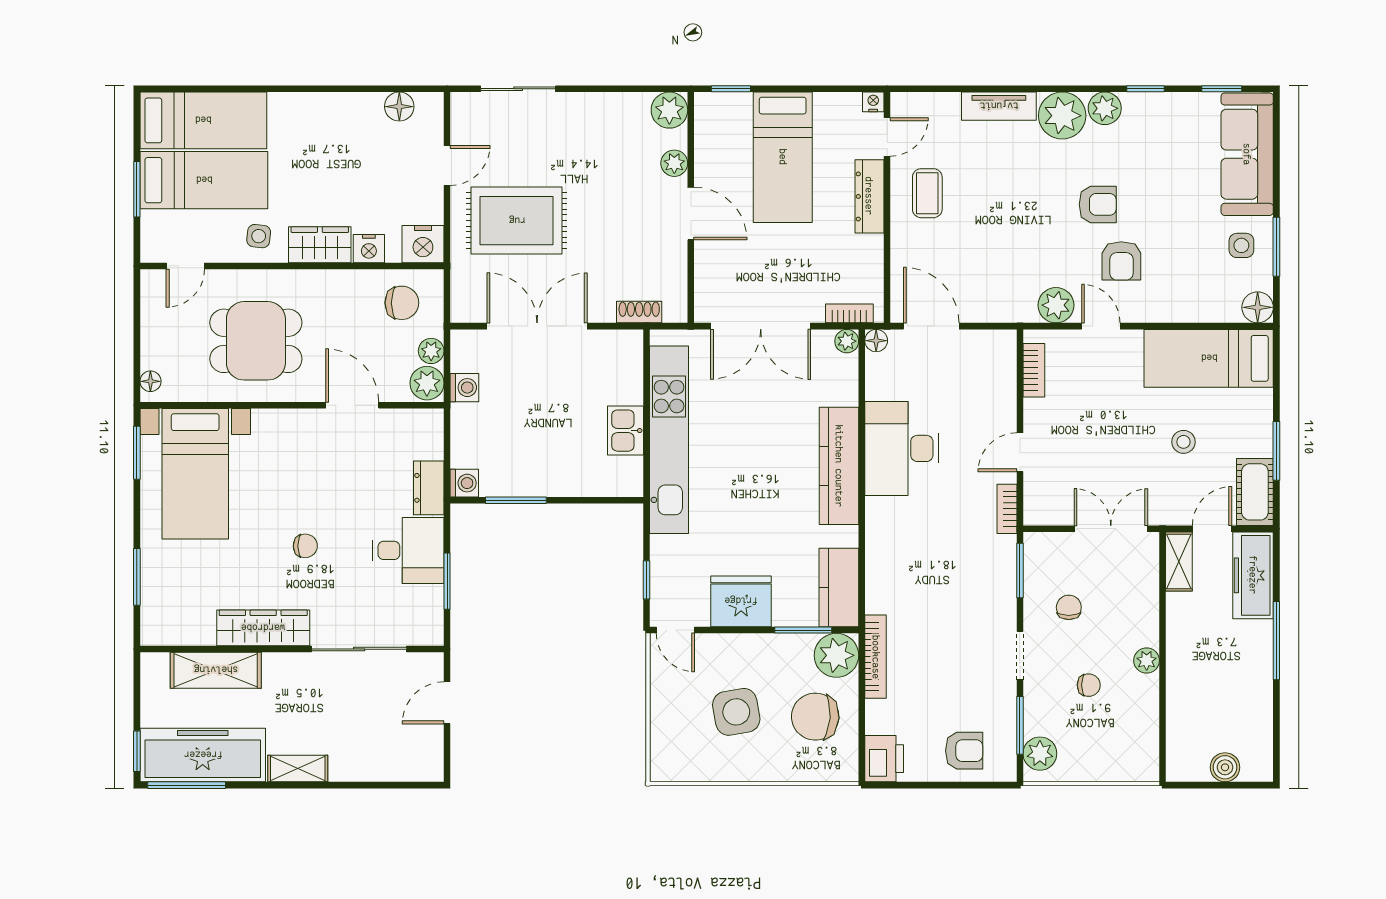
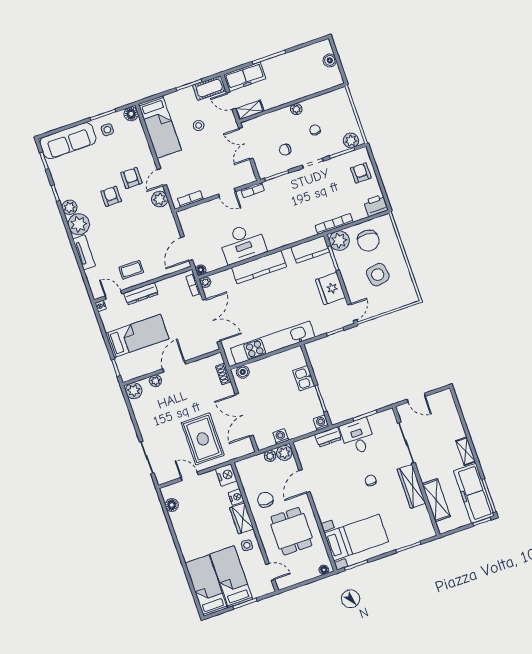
armchair: (1121, 261) -> (131, 178), turned -90
chair: (402, 303) -> (265, 500), moved
boiler: (629, 354) -> (243, 372), added
kitchen sink: (625, 431) -> (304, 378), moved, turned 90

